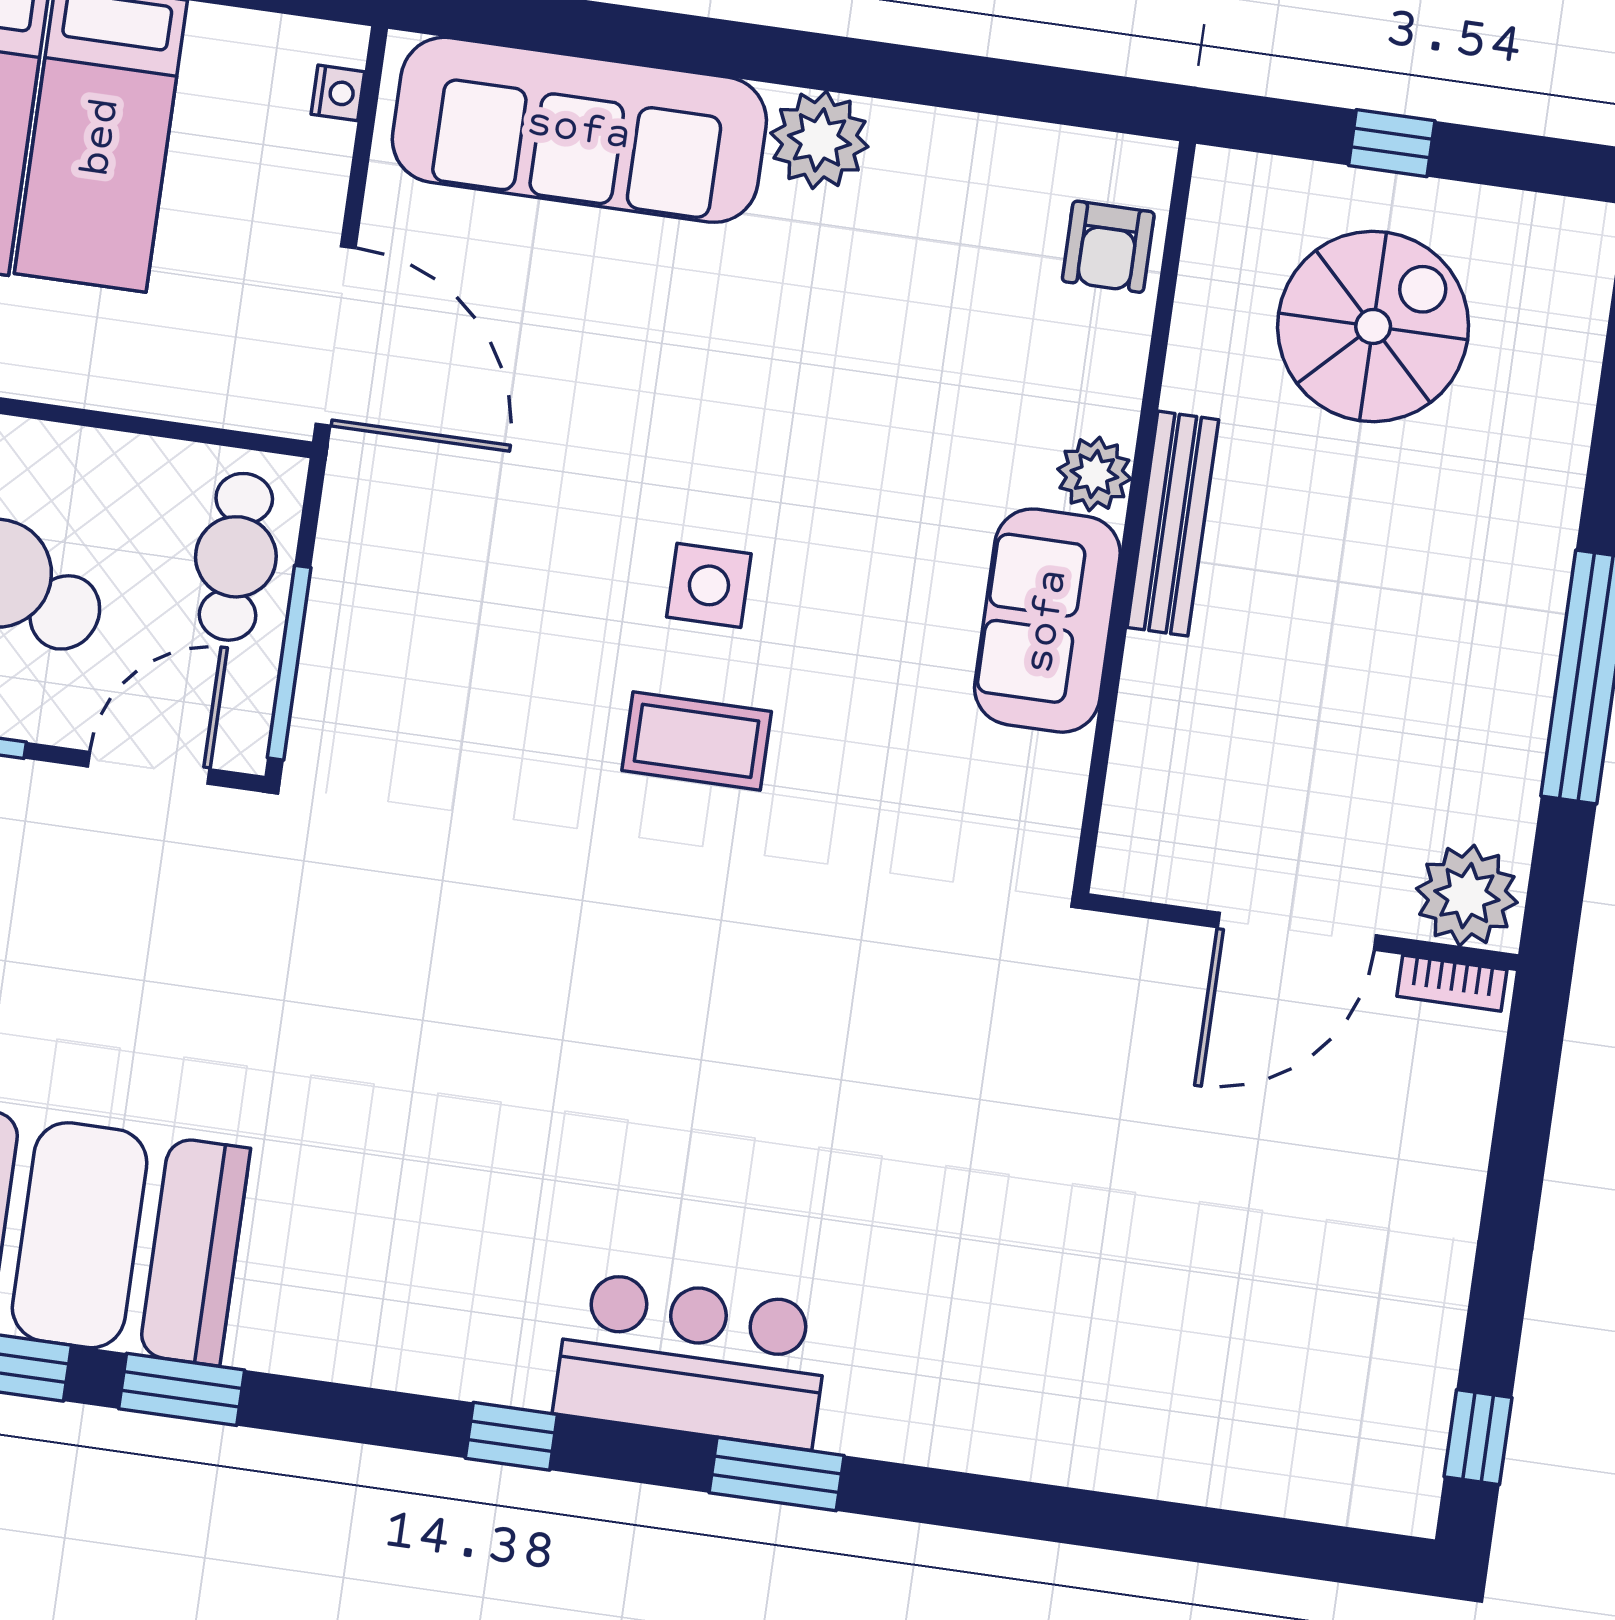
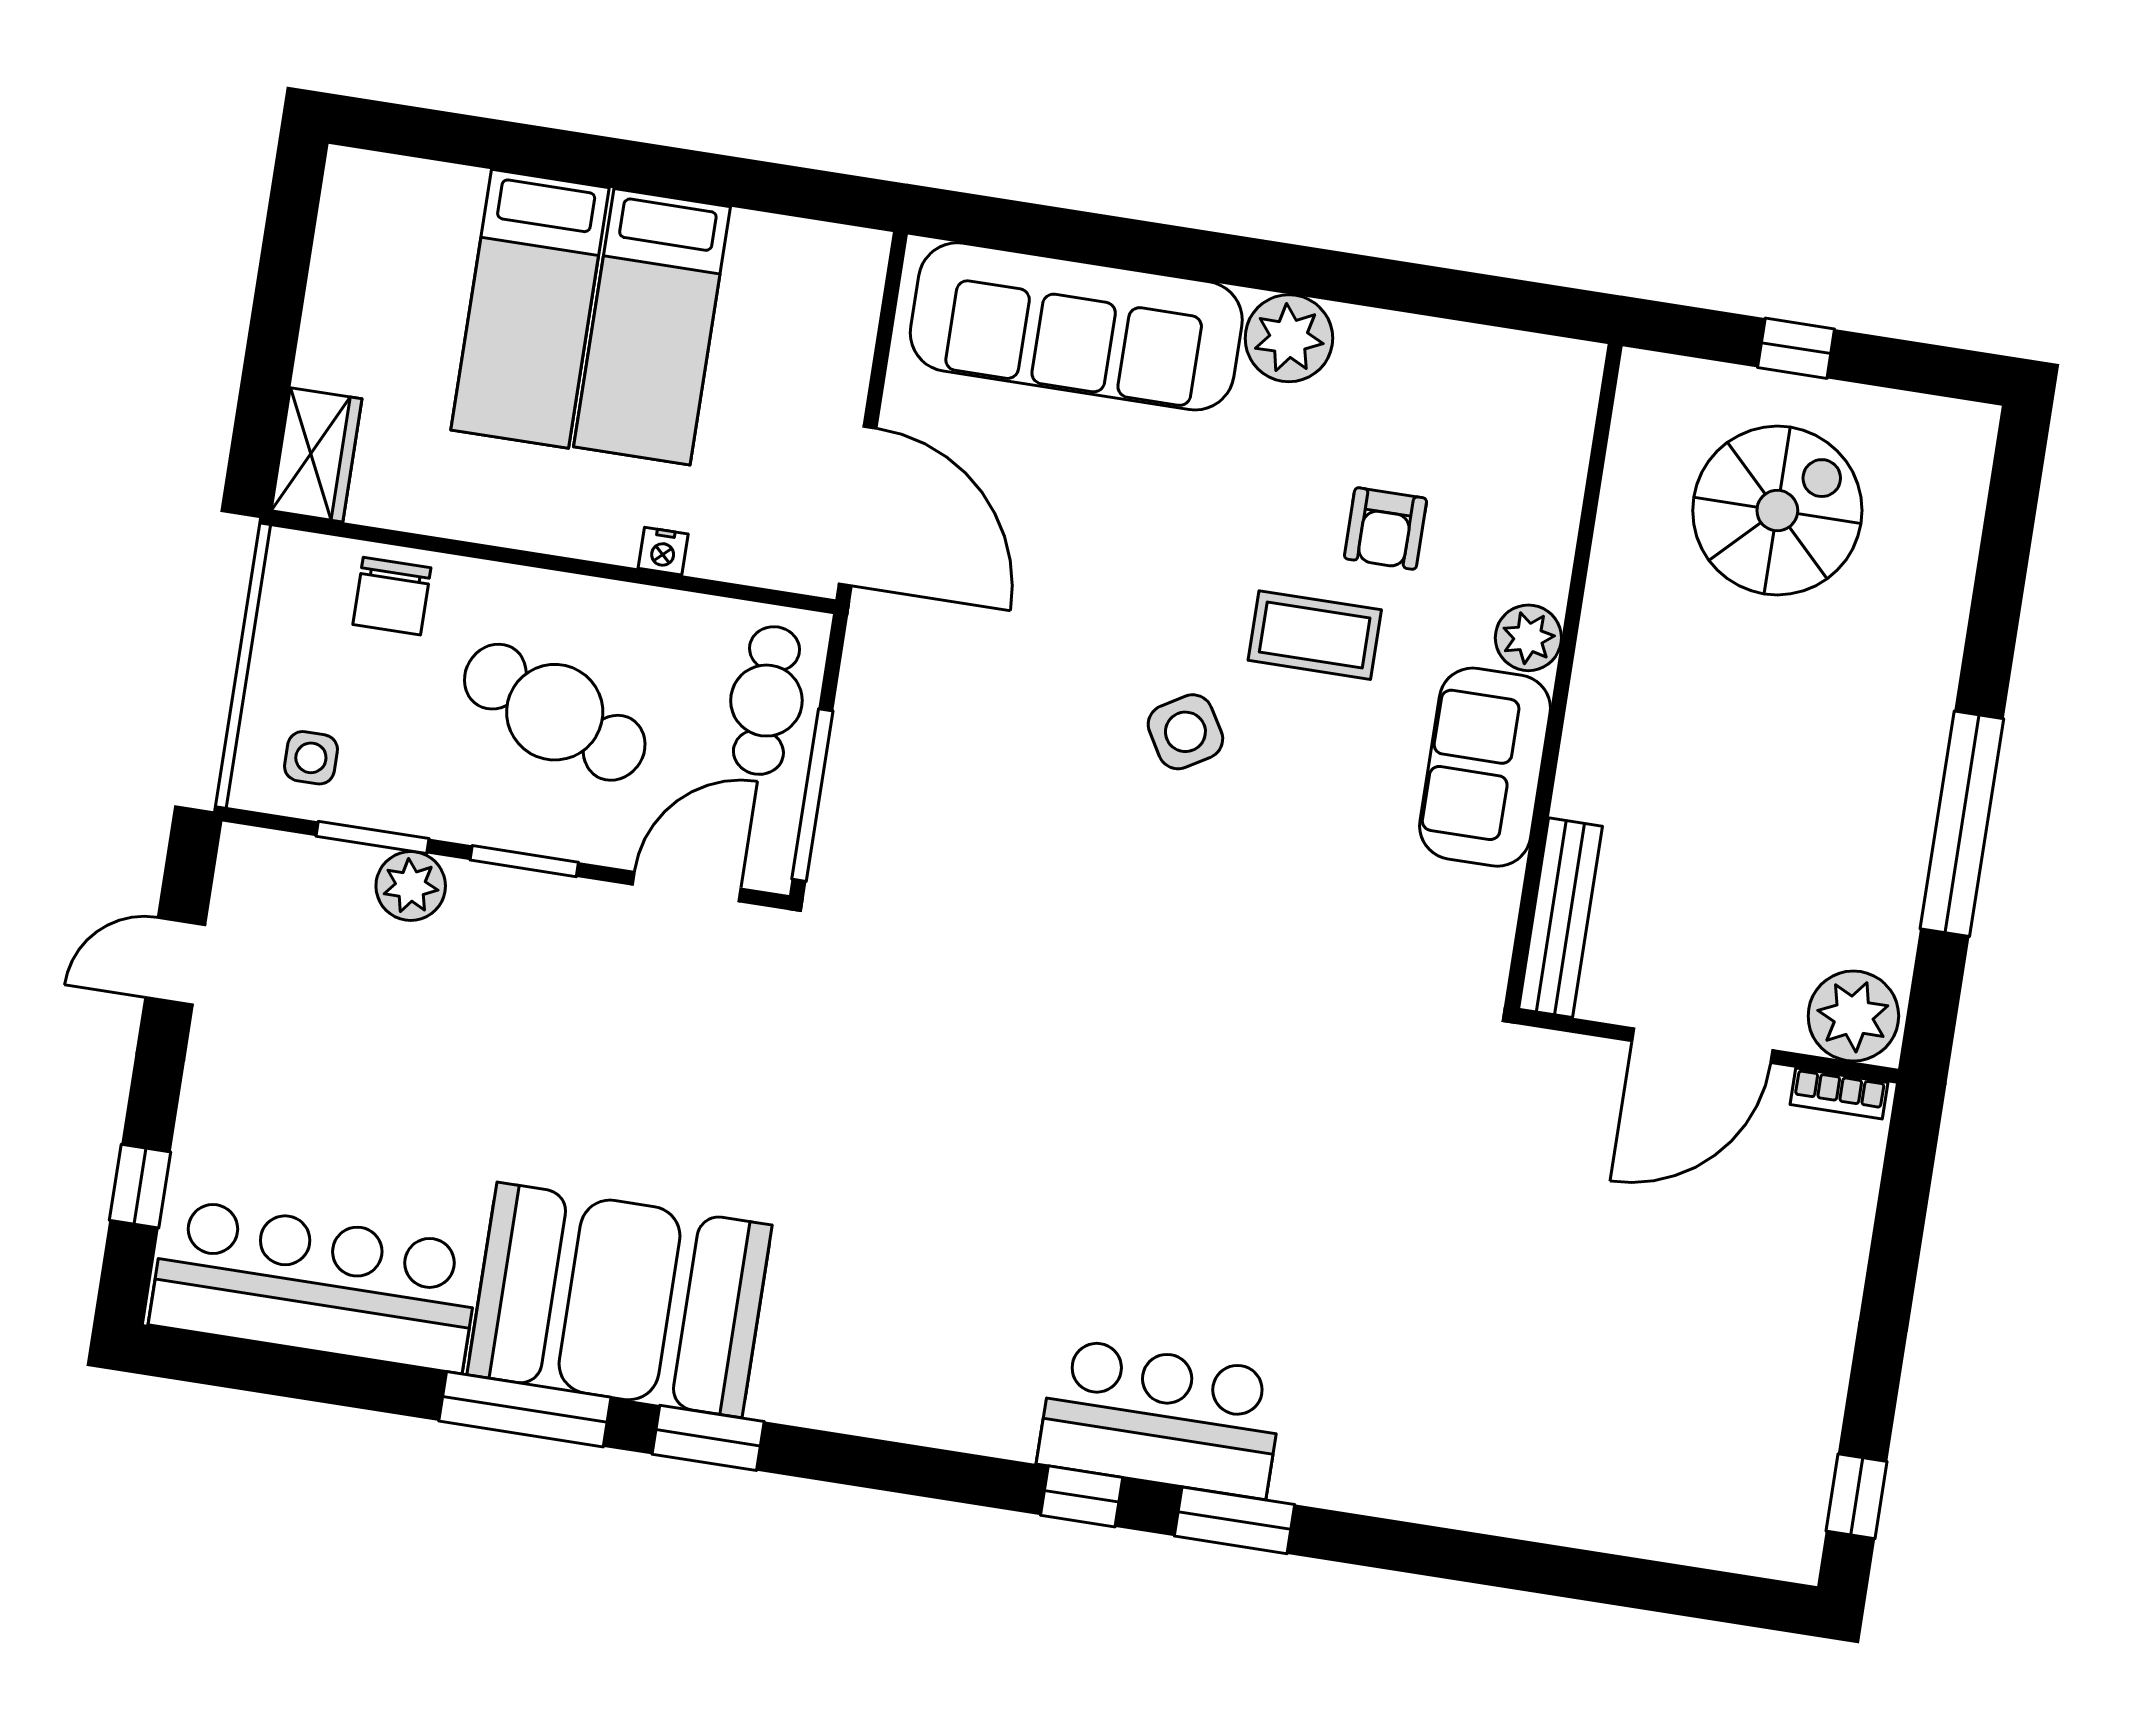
nightstand: (338, 93) -> (663, 551), moved, turned 90
armchair: (1108, 247) -> (1386, 529), moved
bench: (1173, 524) -> (1561, 918), moved
side table: (709, 585) -> (1185, 732), turned -31
coffee table: (697, 741) -> (1315, 635), moved
window: (511, 1436) -> (1082, 1496), moved

